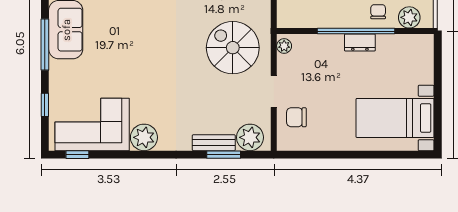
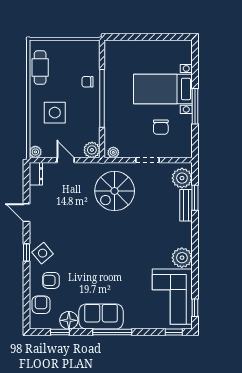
plant: (409, 17) -> (92, 150), moved
dresser: (360, 43) -> (111, 95), removed
window: (45, 105) -> (174, 332), moved
chair: (296, 117) -> (161, 127), moved
bed with nightstands: (395, 118) -> (163, 89), moved, turned 90
window: (346, 155) -> (195, 106), added

